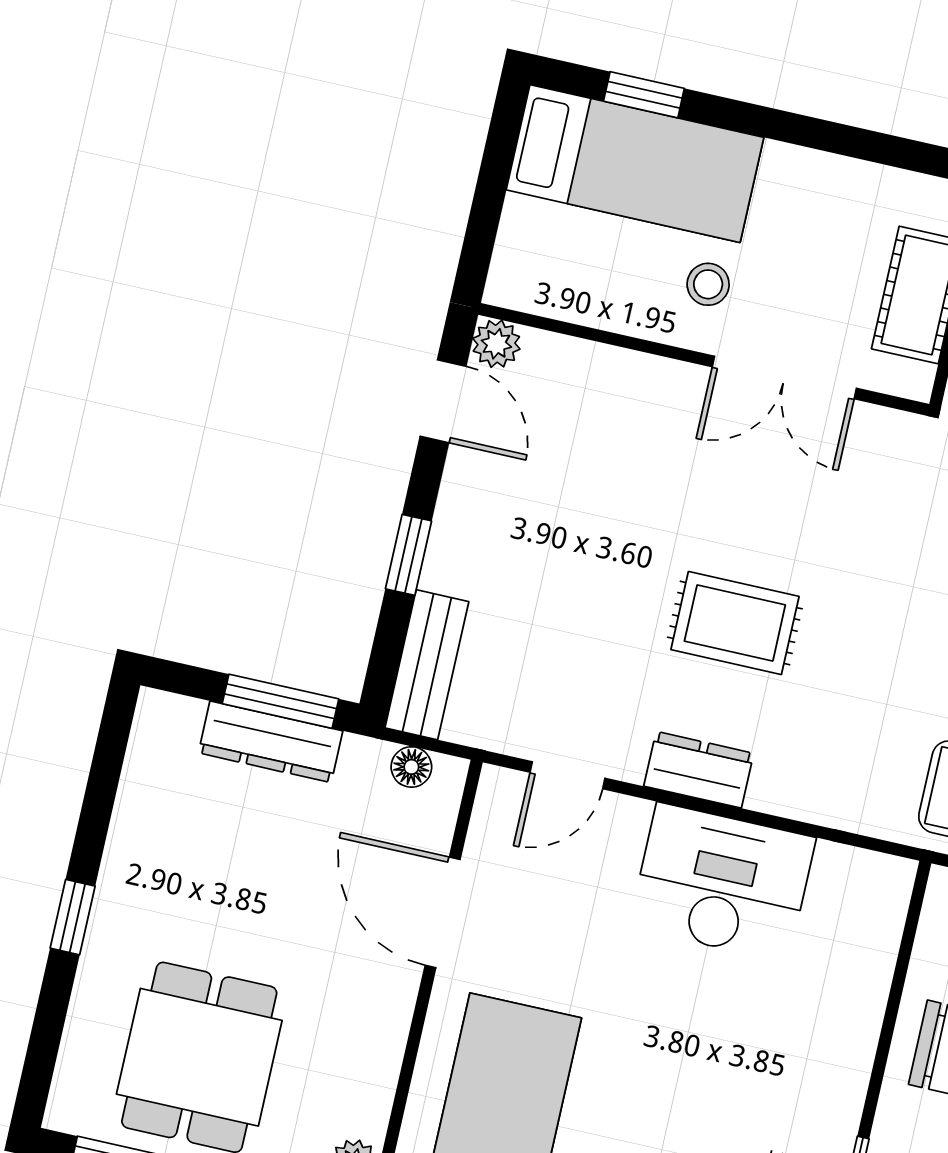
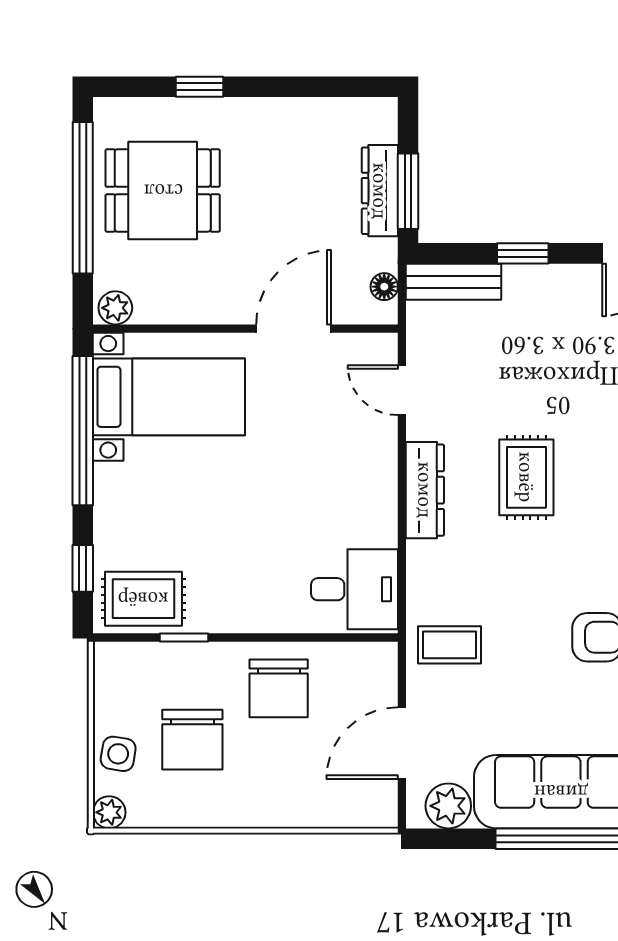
dresser: (699, 770) -> (425, 490), width x1.44
desk: (722, 882) -> (355, 589), moved, width x0.73
window: (73, 917) -> (200, 87), moved

